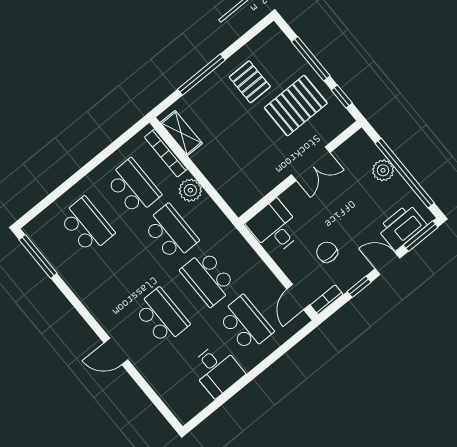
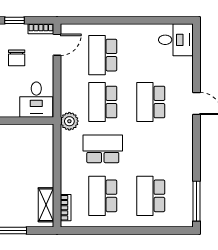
bookcase: (166, 153) -> (66, 208), width x0.64
plant: (190, 190) -> (69, 121), moved
school desk: (171, 232) -> (103, 149), turned 90
school desk: (208, 278) -> (103, 102), turned 180
desk: (217, 370) -> (176, 40), moved, turned 90

